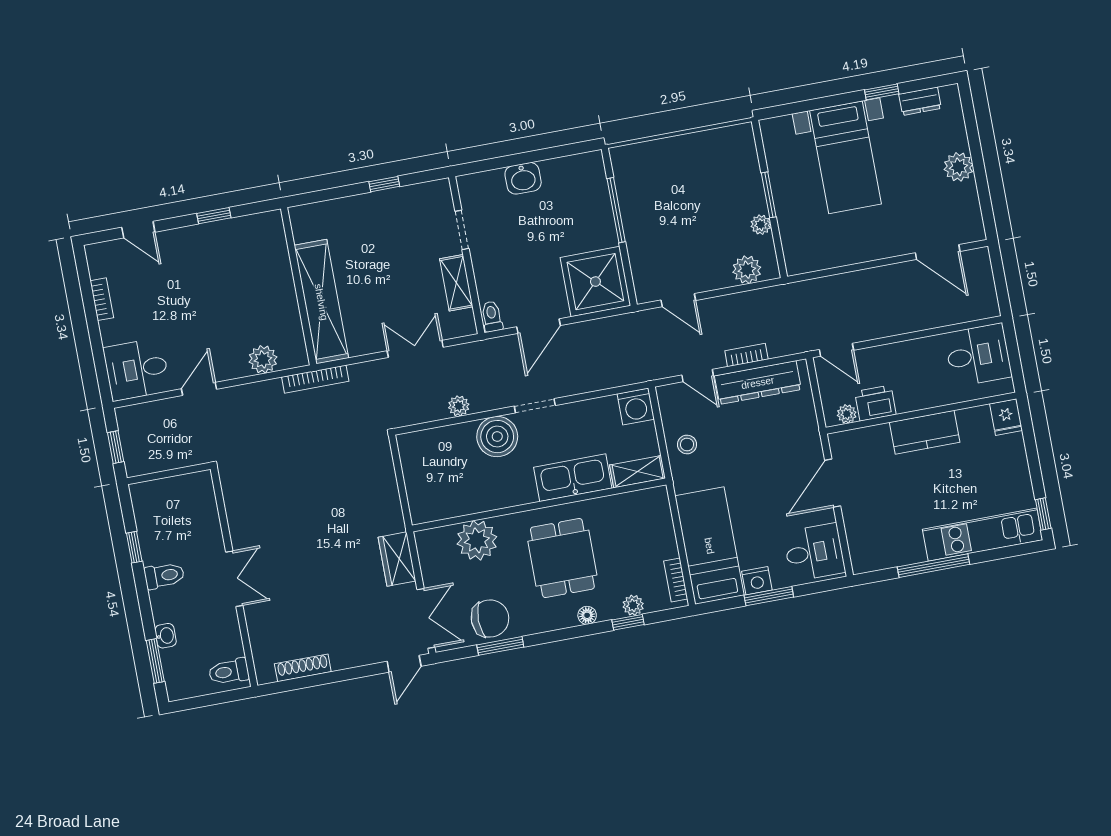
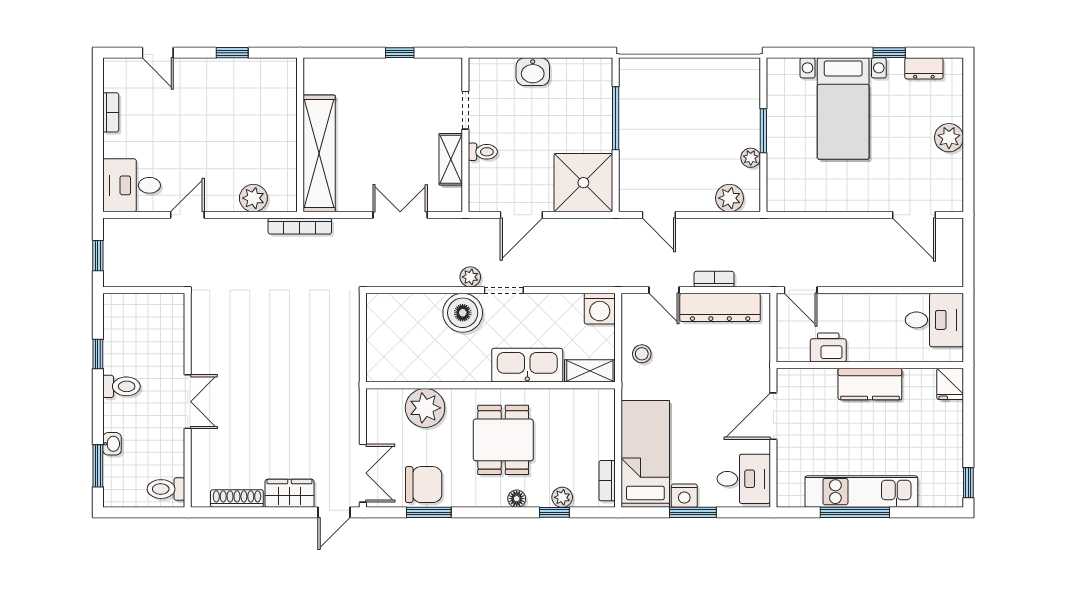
toilet: (492, 316) -> (483, 152), moved, turned 90
plant: (459, 406) -> (470, 277), moved
plant: (847, 414) -> (799, 353), removed
kitchen unit: (983, 535) -> (861, 492), moved
wardrobe: (397, 559) -> (290, 493), moved, turned 90

